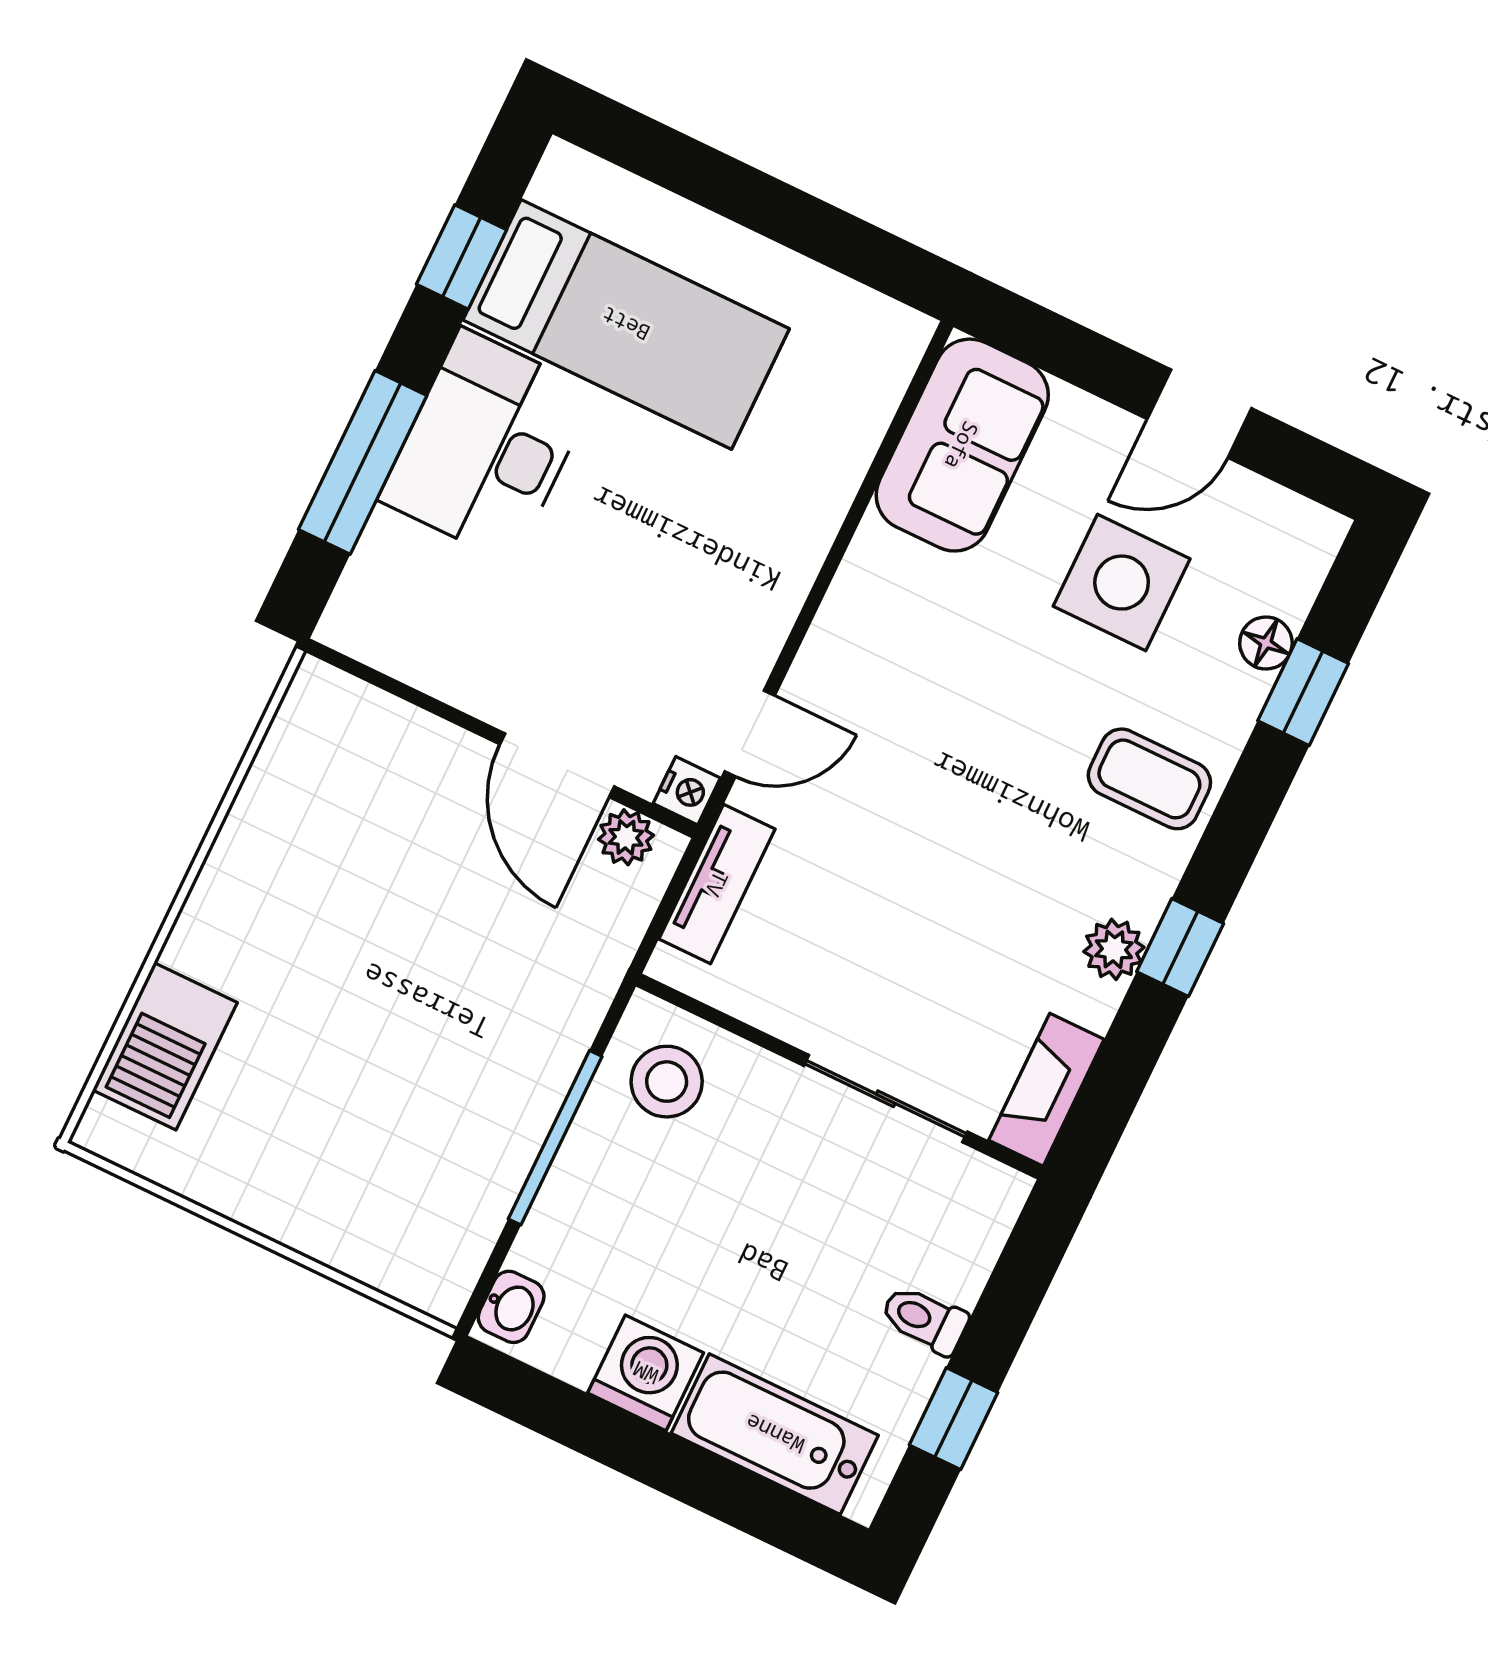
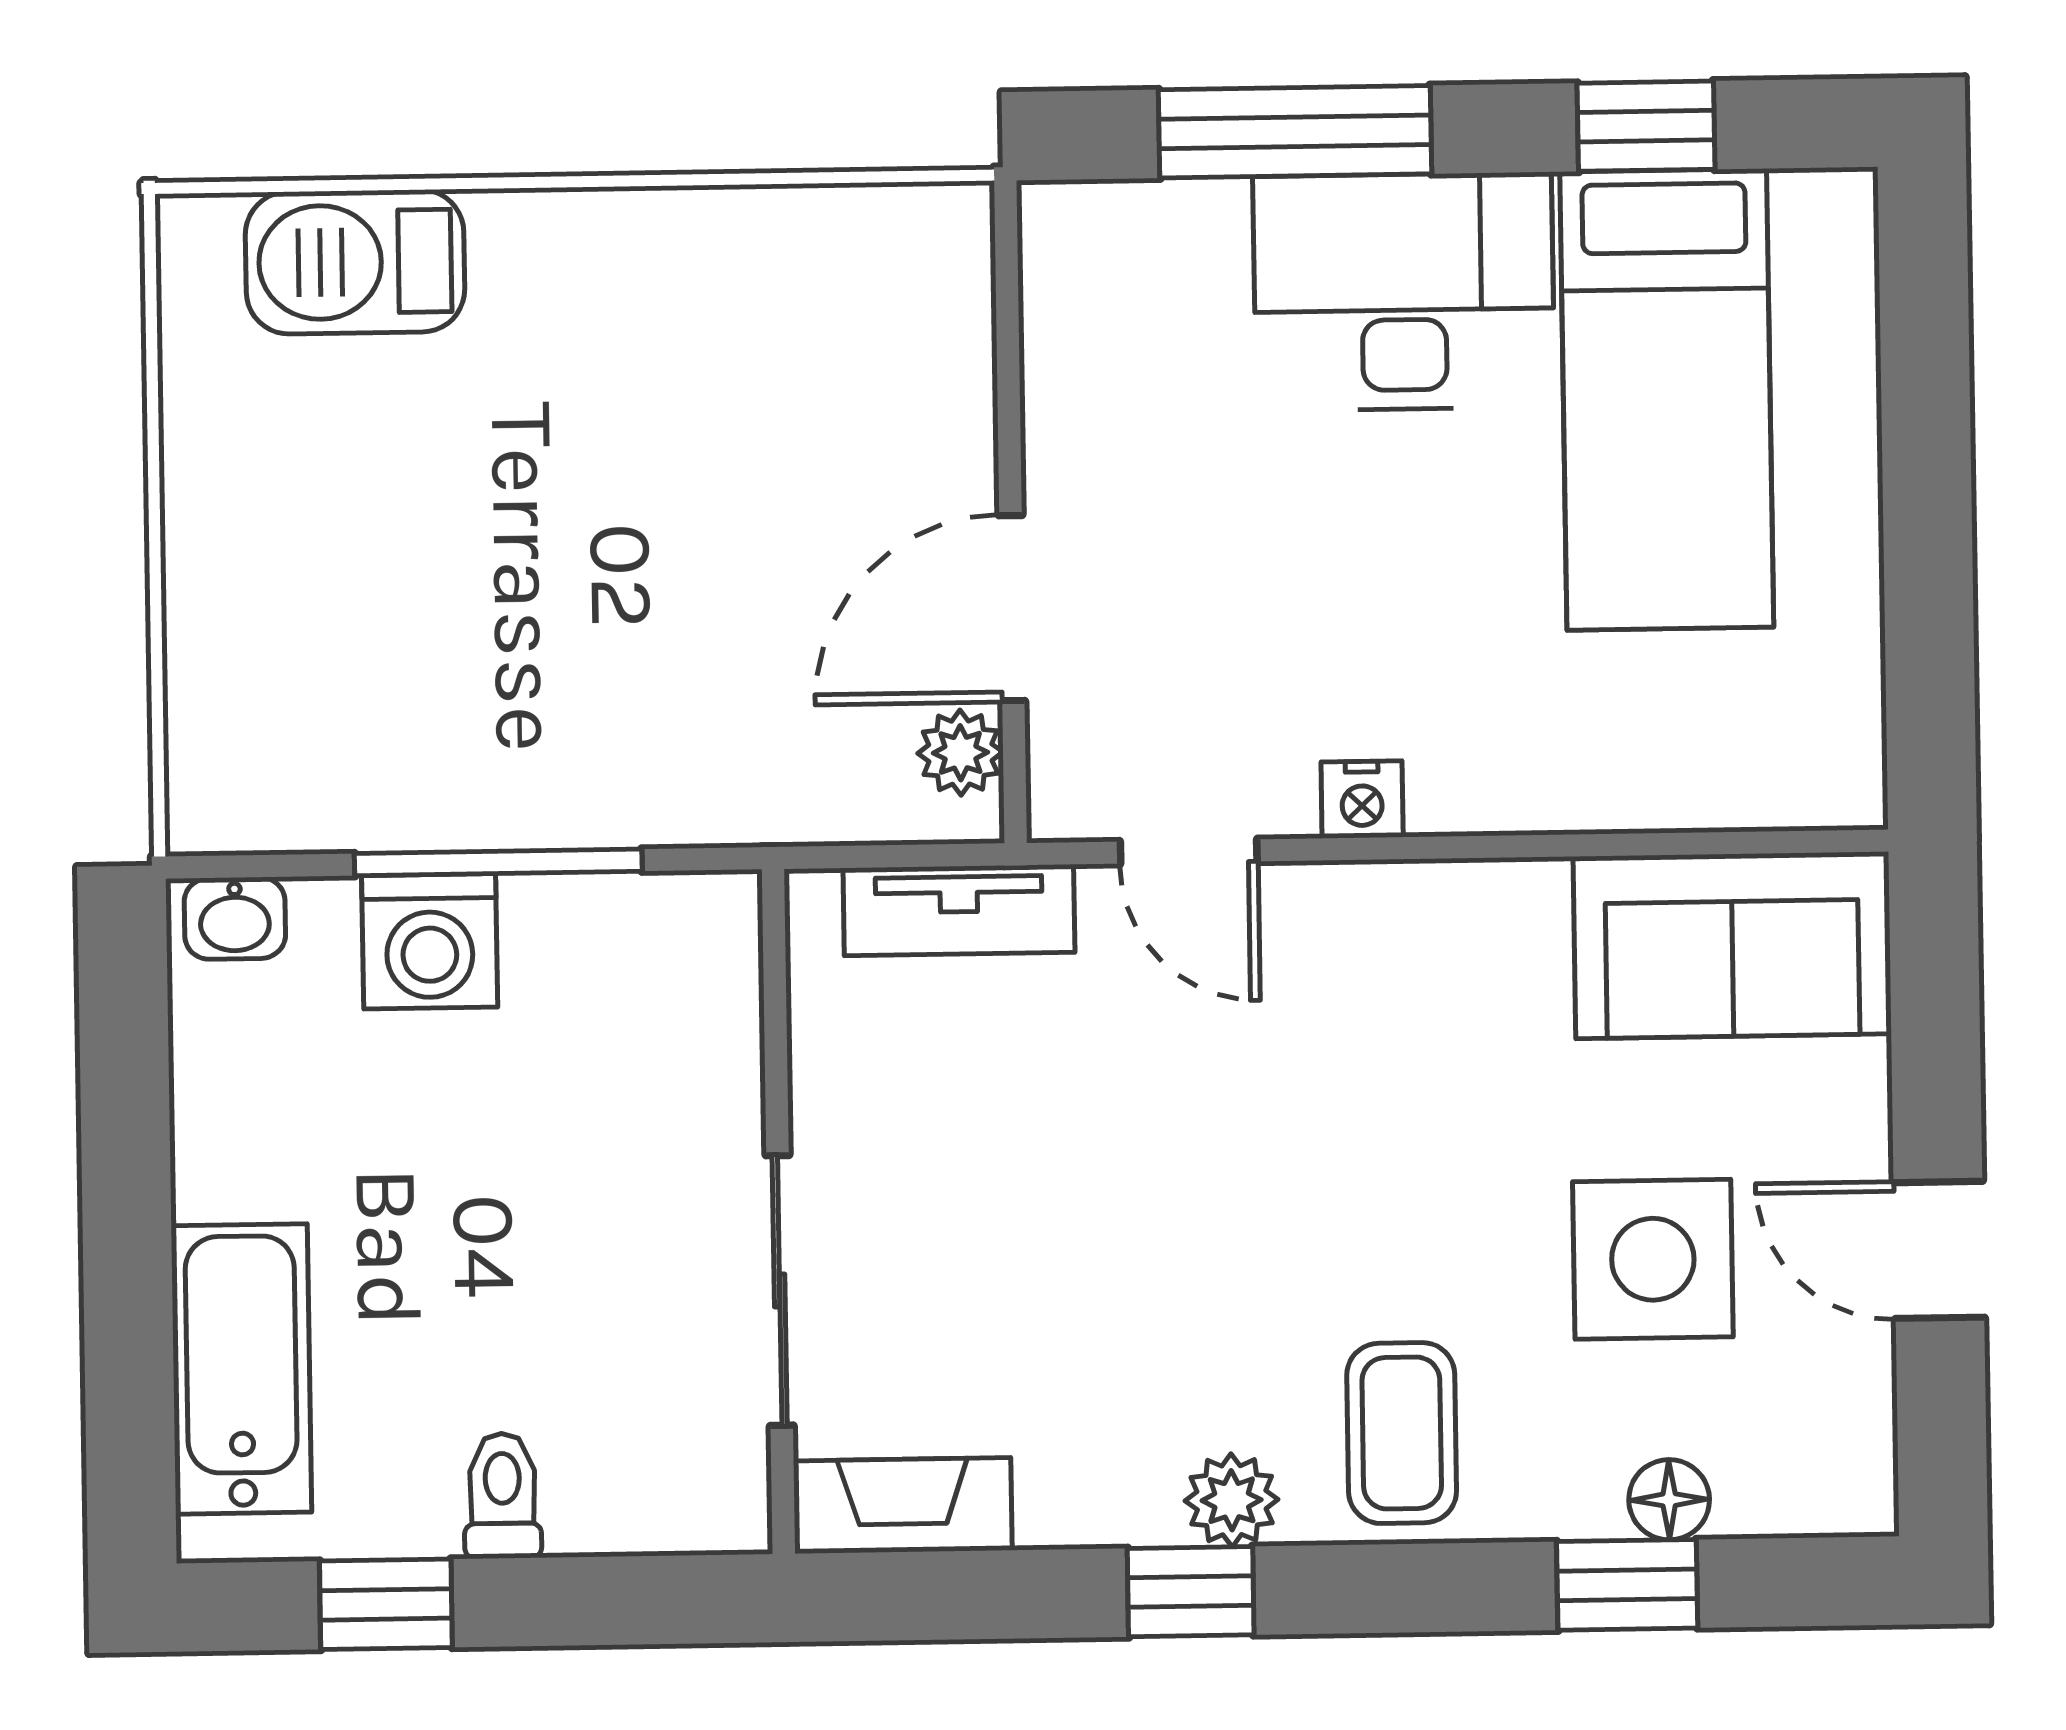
nightstand: (687, 791) -> (1362, 800), moved
plant: (1114, 949) -> (1232, 1500), moved
stool: (667, 1082) -> (652, 977), removed
washing machine: (646, 1373) -> (430, 941), moved, turned 90

